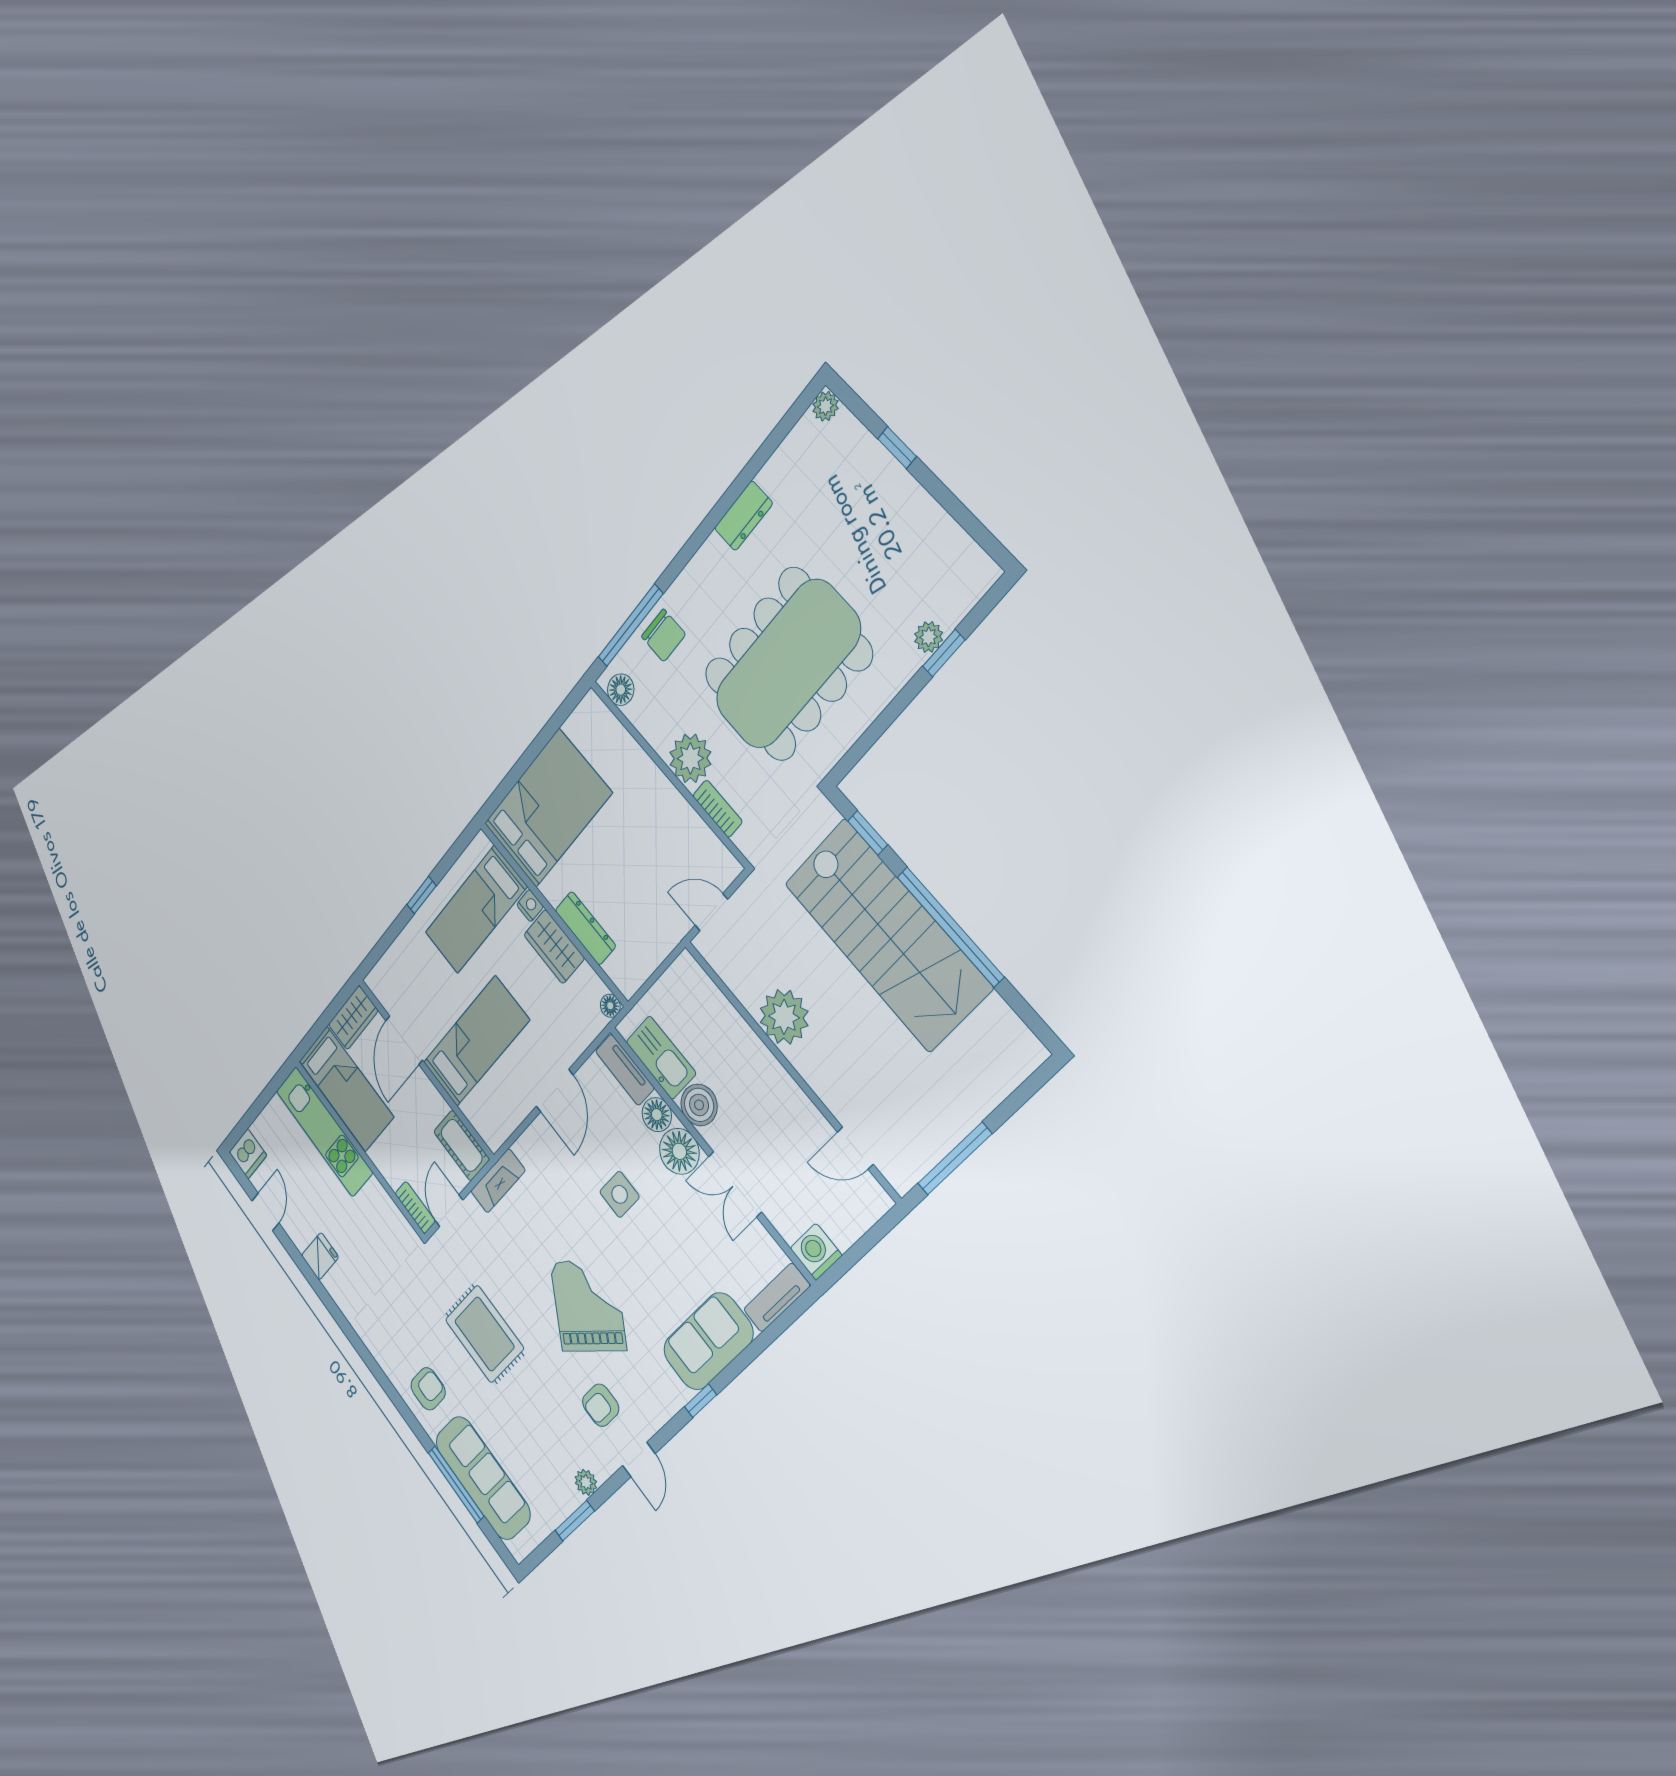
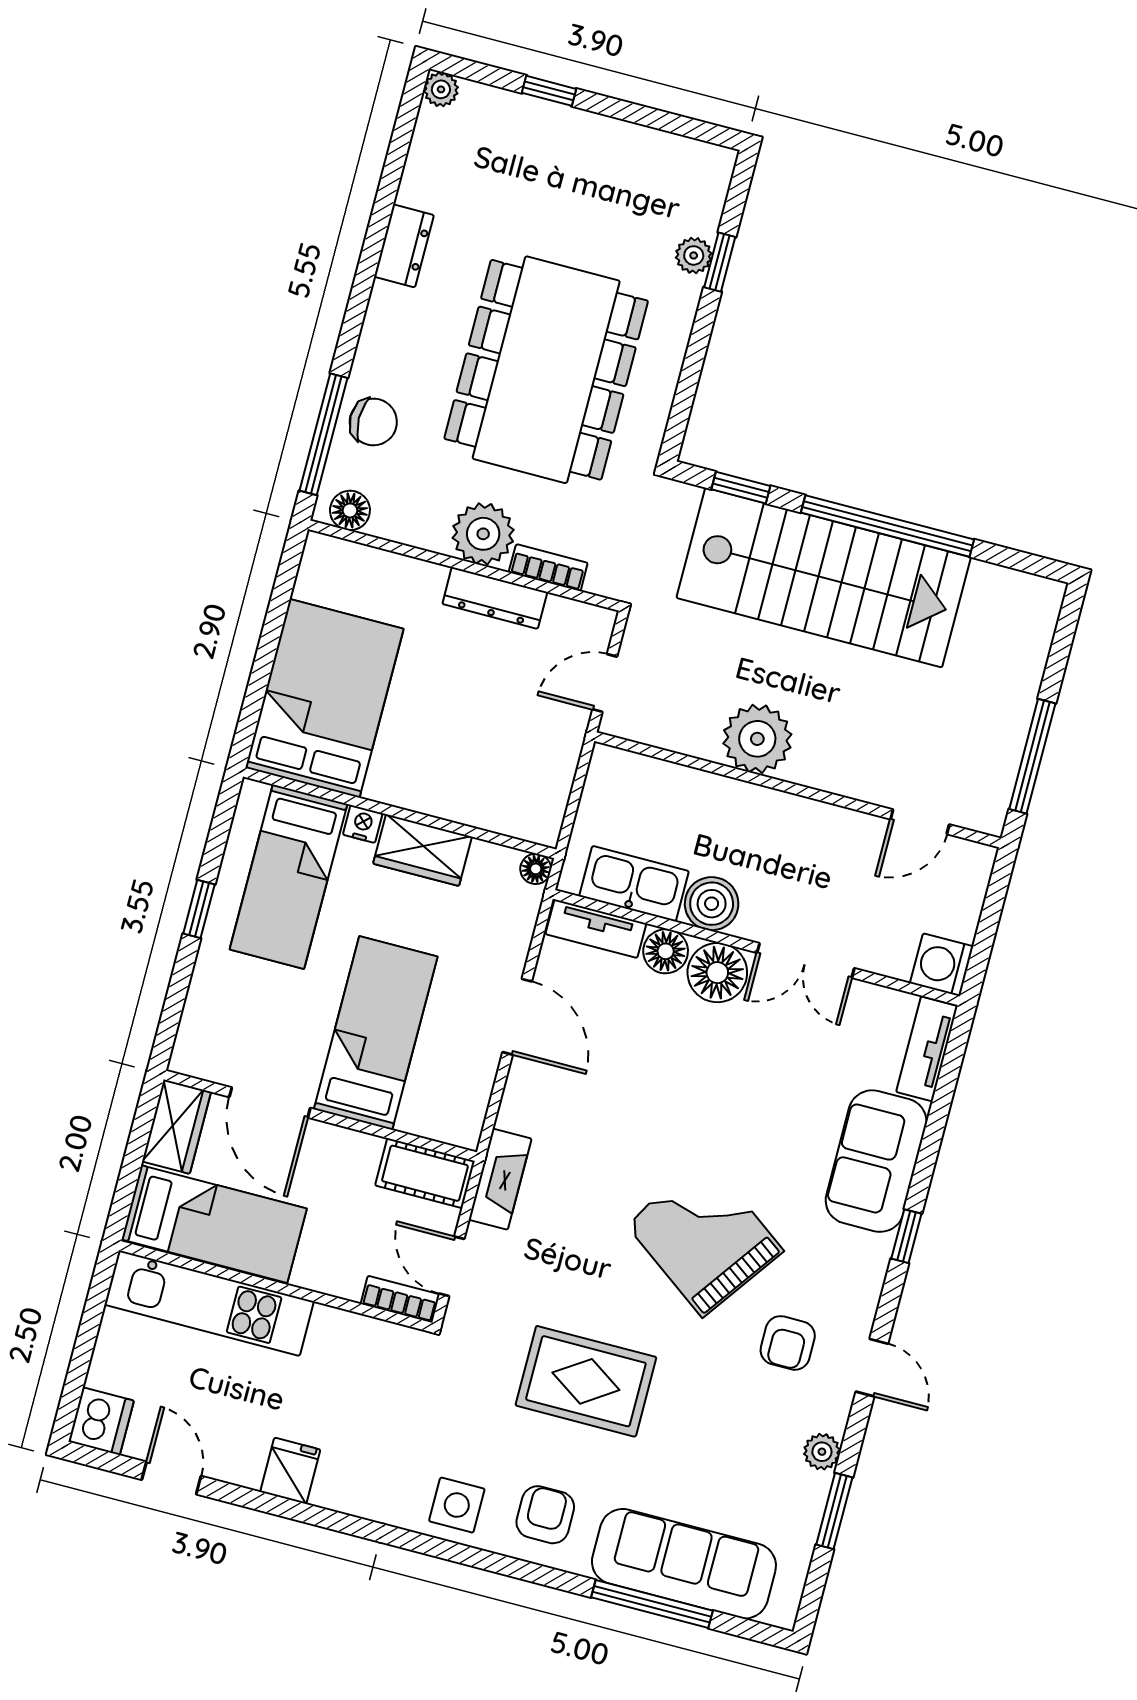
dresser: (585, 928) -> (495, 598), moved, turned 180
side table: (620, 1194) -> (457, 1505), moved

